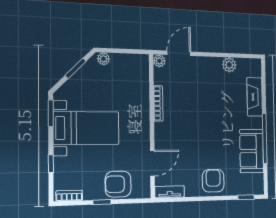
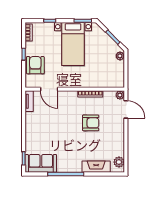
plant: (229, 65) -> (119, 162), moved
sofa: (252, 151) -> (41, 163), moved
armchair: (213, 181) -> (91, 123), moved

